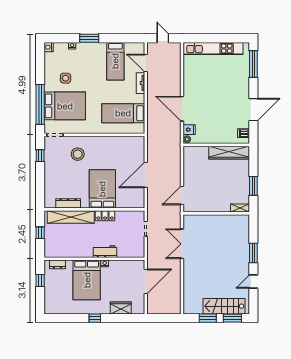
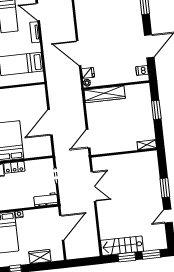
wardrobe: (229, 153) -> (105, 94), moved
window: (253, 186) -> (156, 110), moved
double door: (182, 244) -> (93, 187), swing flipped
workbench: (105, 252) -> (46, 200), moved
stairs: (224, 306) -> (122, 246), moved

